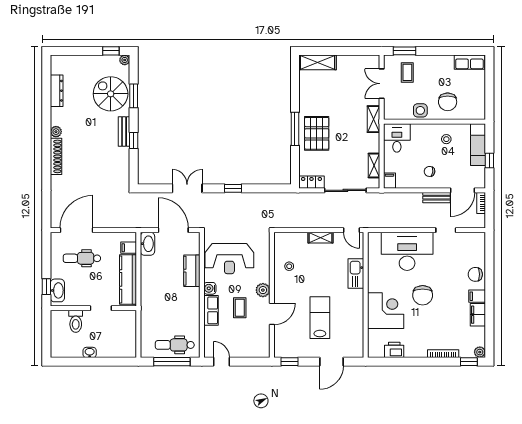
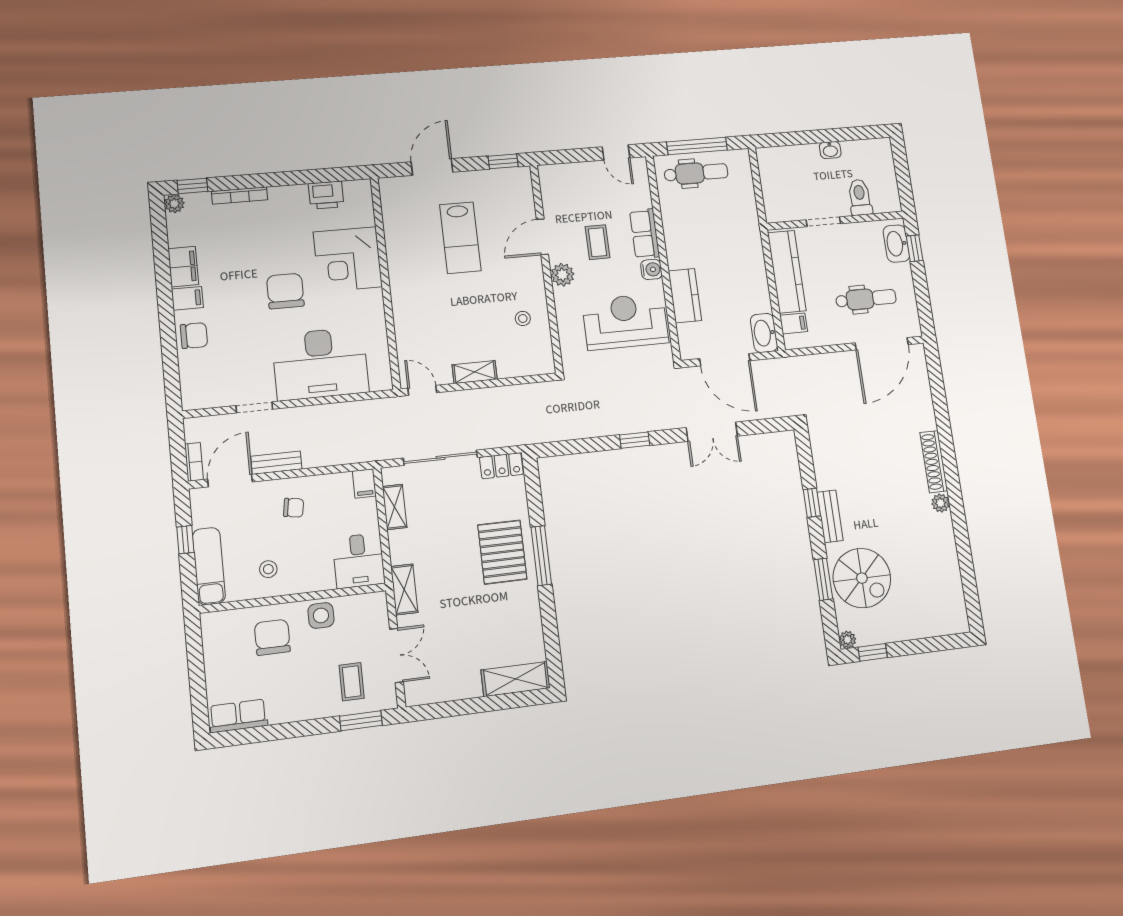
dresser: (57, 91) -> (951, 572), removed
kitchen sink: (356, 274) -> (406, 317), removed

